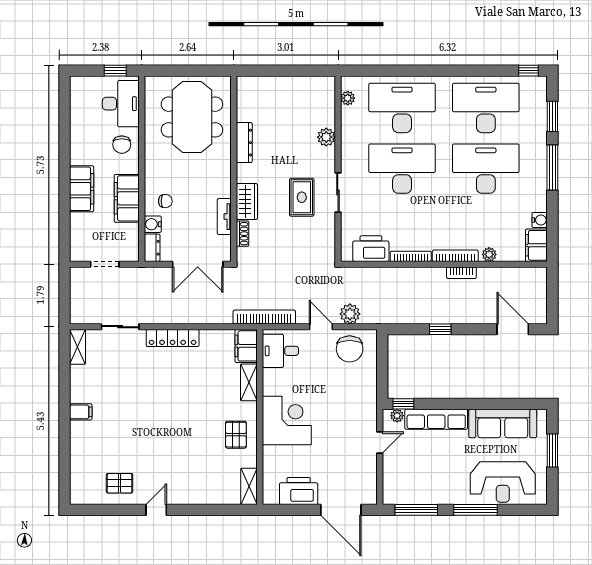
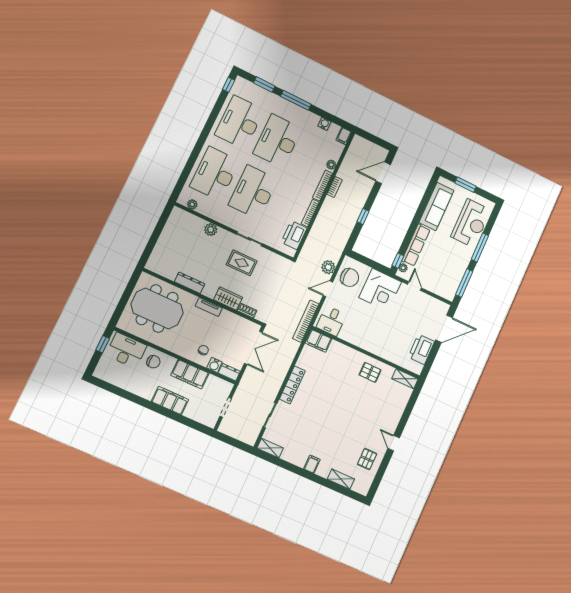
tv unit: (224, 217) -> (209, 307), moved
filing cabinet: (536, 245) -> (344, 136), width x0.50
shelving: (249, 382) -> (341, 479), moved
corner desk: (287, 420) -> (380, 290), moved, turned 180

